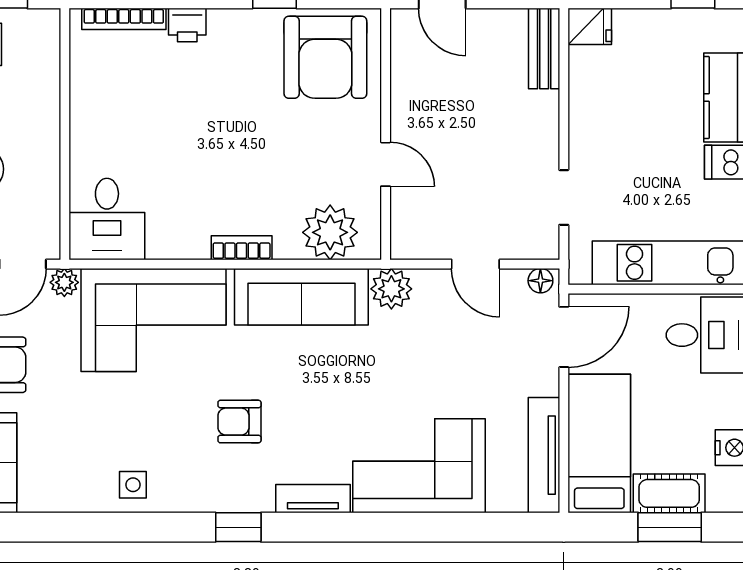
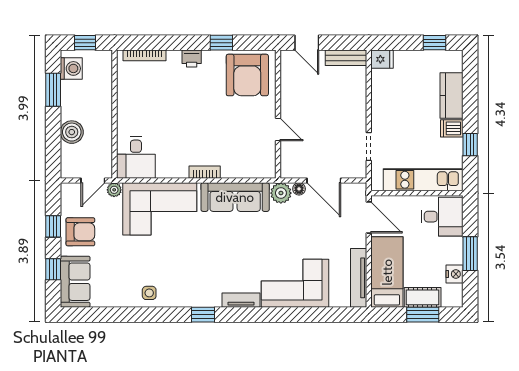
printer: (187, 25) -> (192, 59), moved
bench: (544, 49) -> (346, 58), moved, turned 90
plant: (330, 232) -> (250, 164), removed
door: (475, 264) -> (324, 180), width x1.38
floor lamp: (540, 281) -> (299, 189), moved
door: (564, 337) -> (369, 218), hinge flipped
armchair: (239, 422) -> (203, 261), removed

